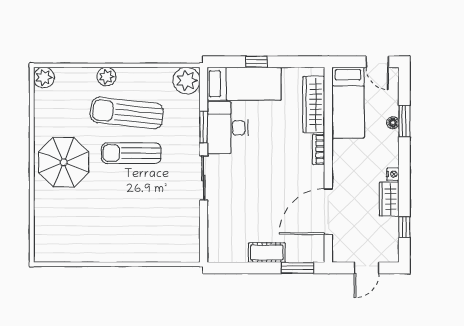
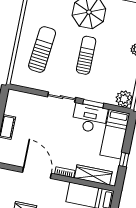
window: (256, 62) -> (124, 160), moved
sun lounger: (127, 113) -> (42, 49), moved
door: (328, 212) -> (37, 173), moved

